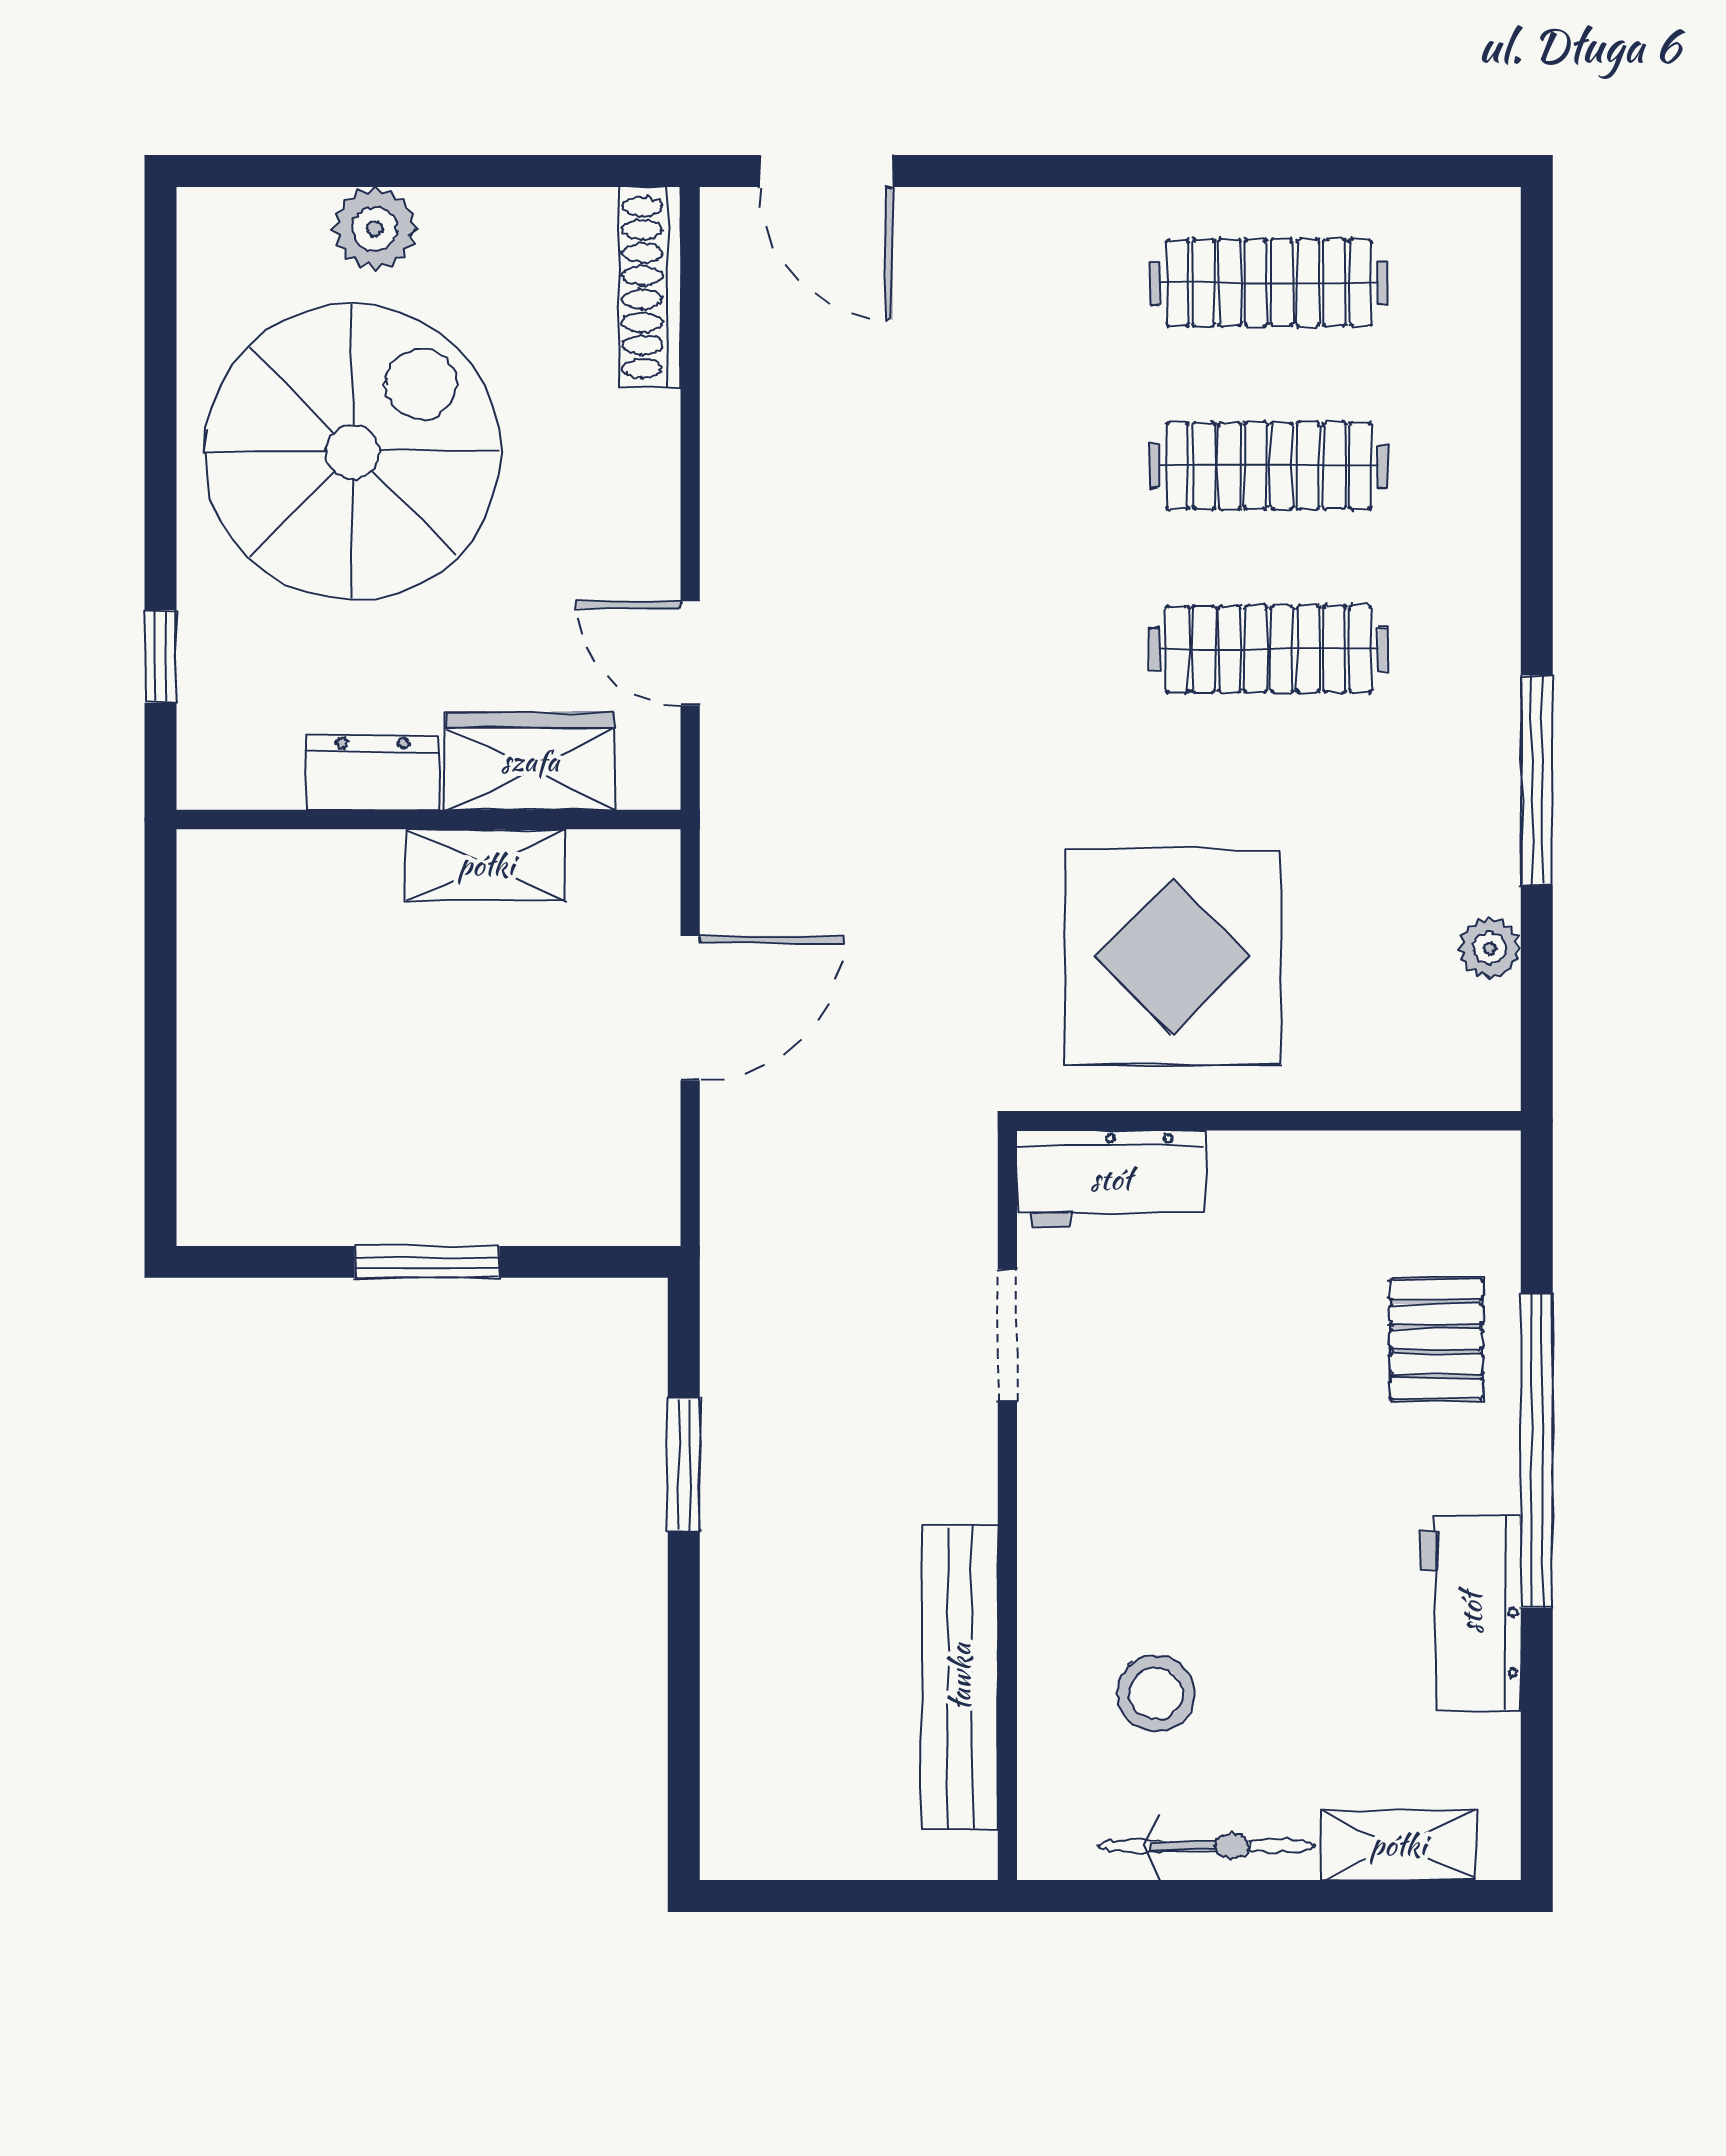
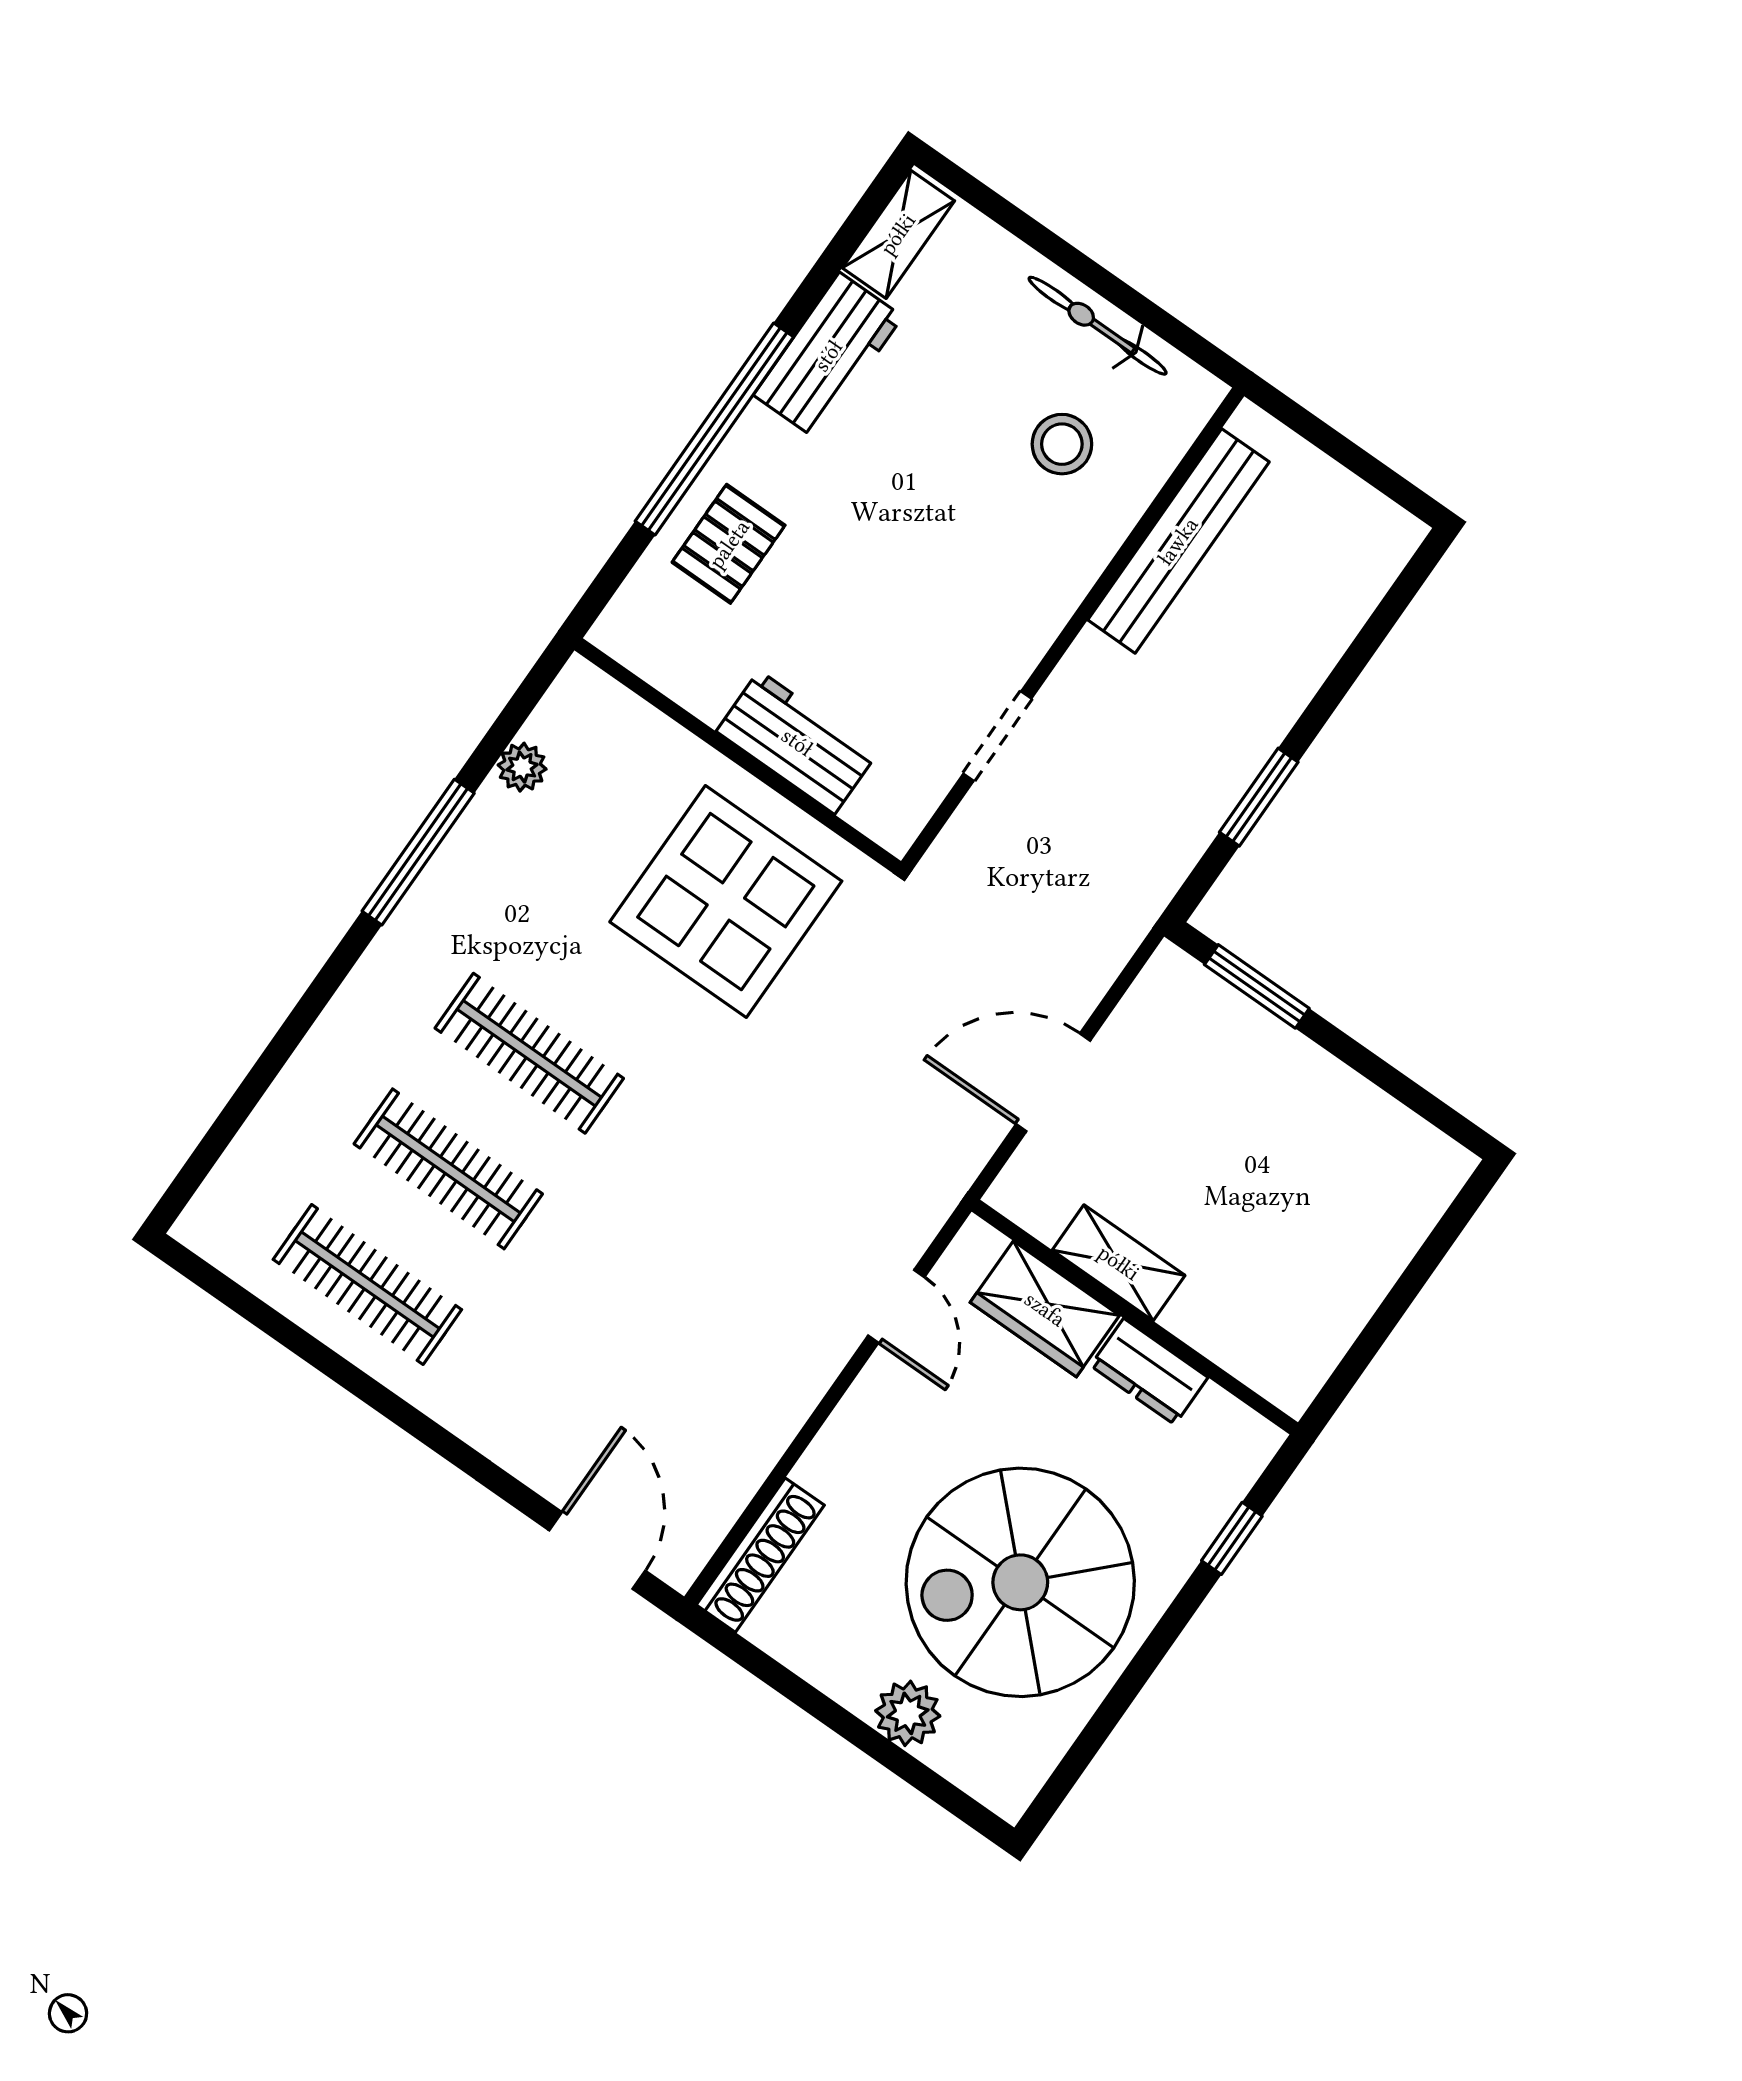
workbench: (1111, 1179) -> (797, 742), moved
window: (427, 1262) -> (1257, 986), moved
shelving: (1398, 1845) -> (898, 234), moved, turned 90

